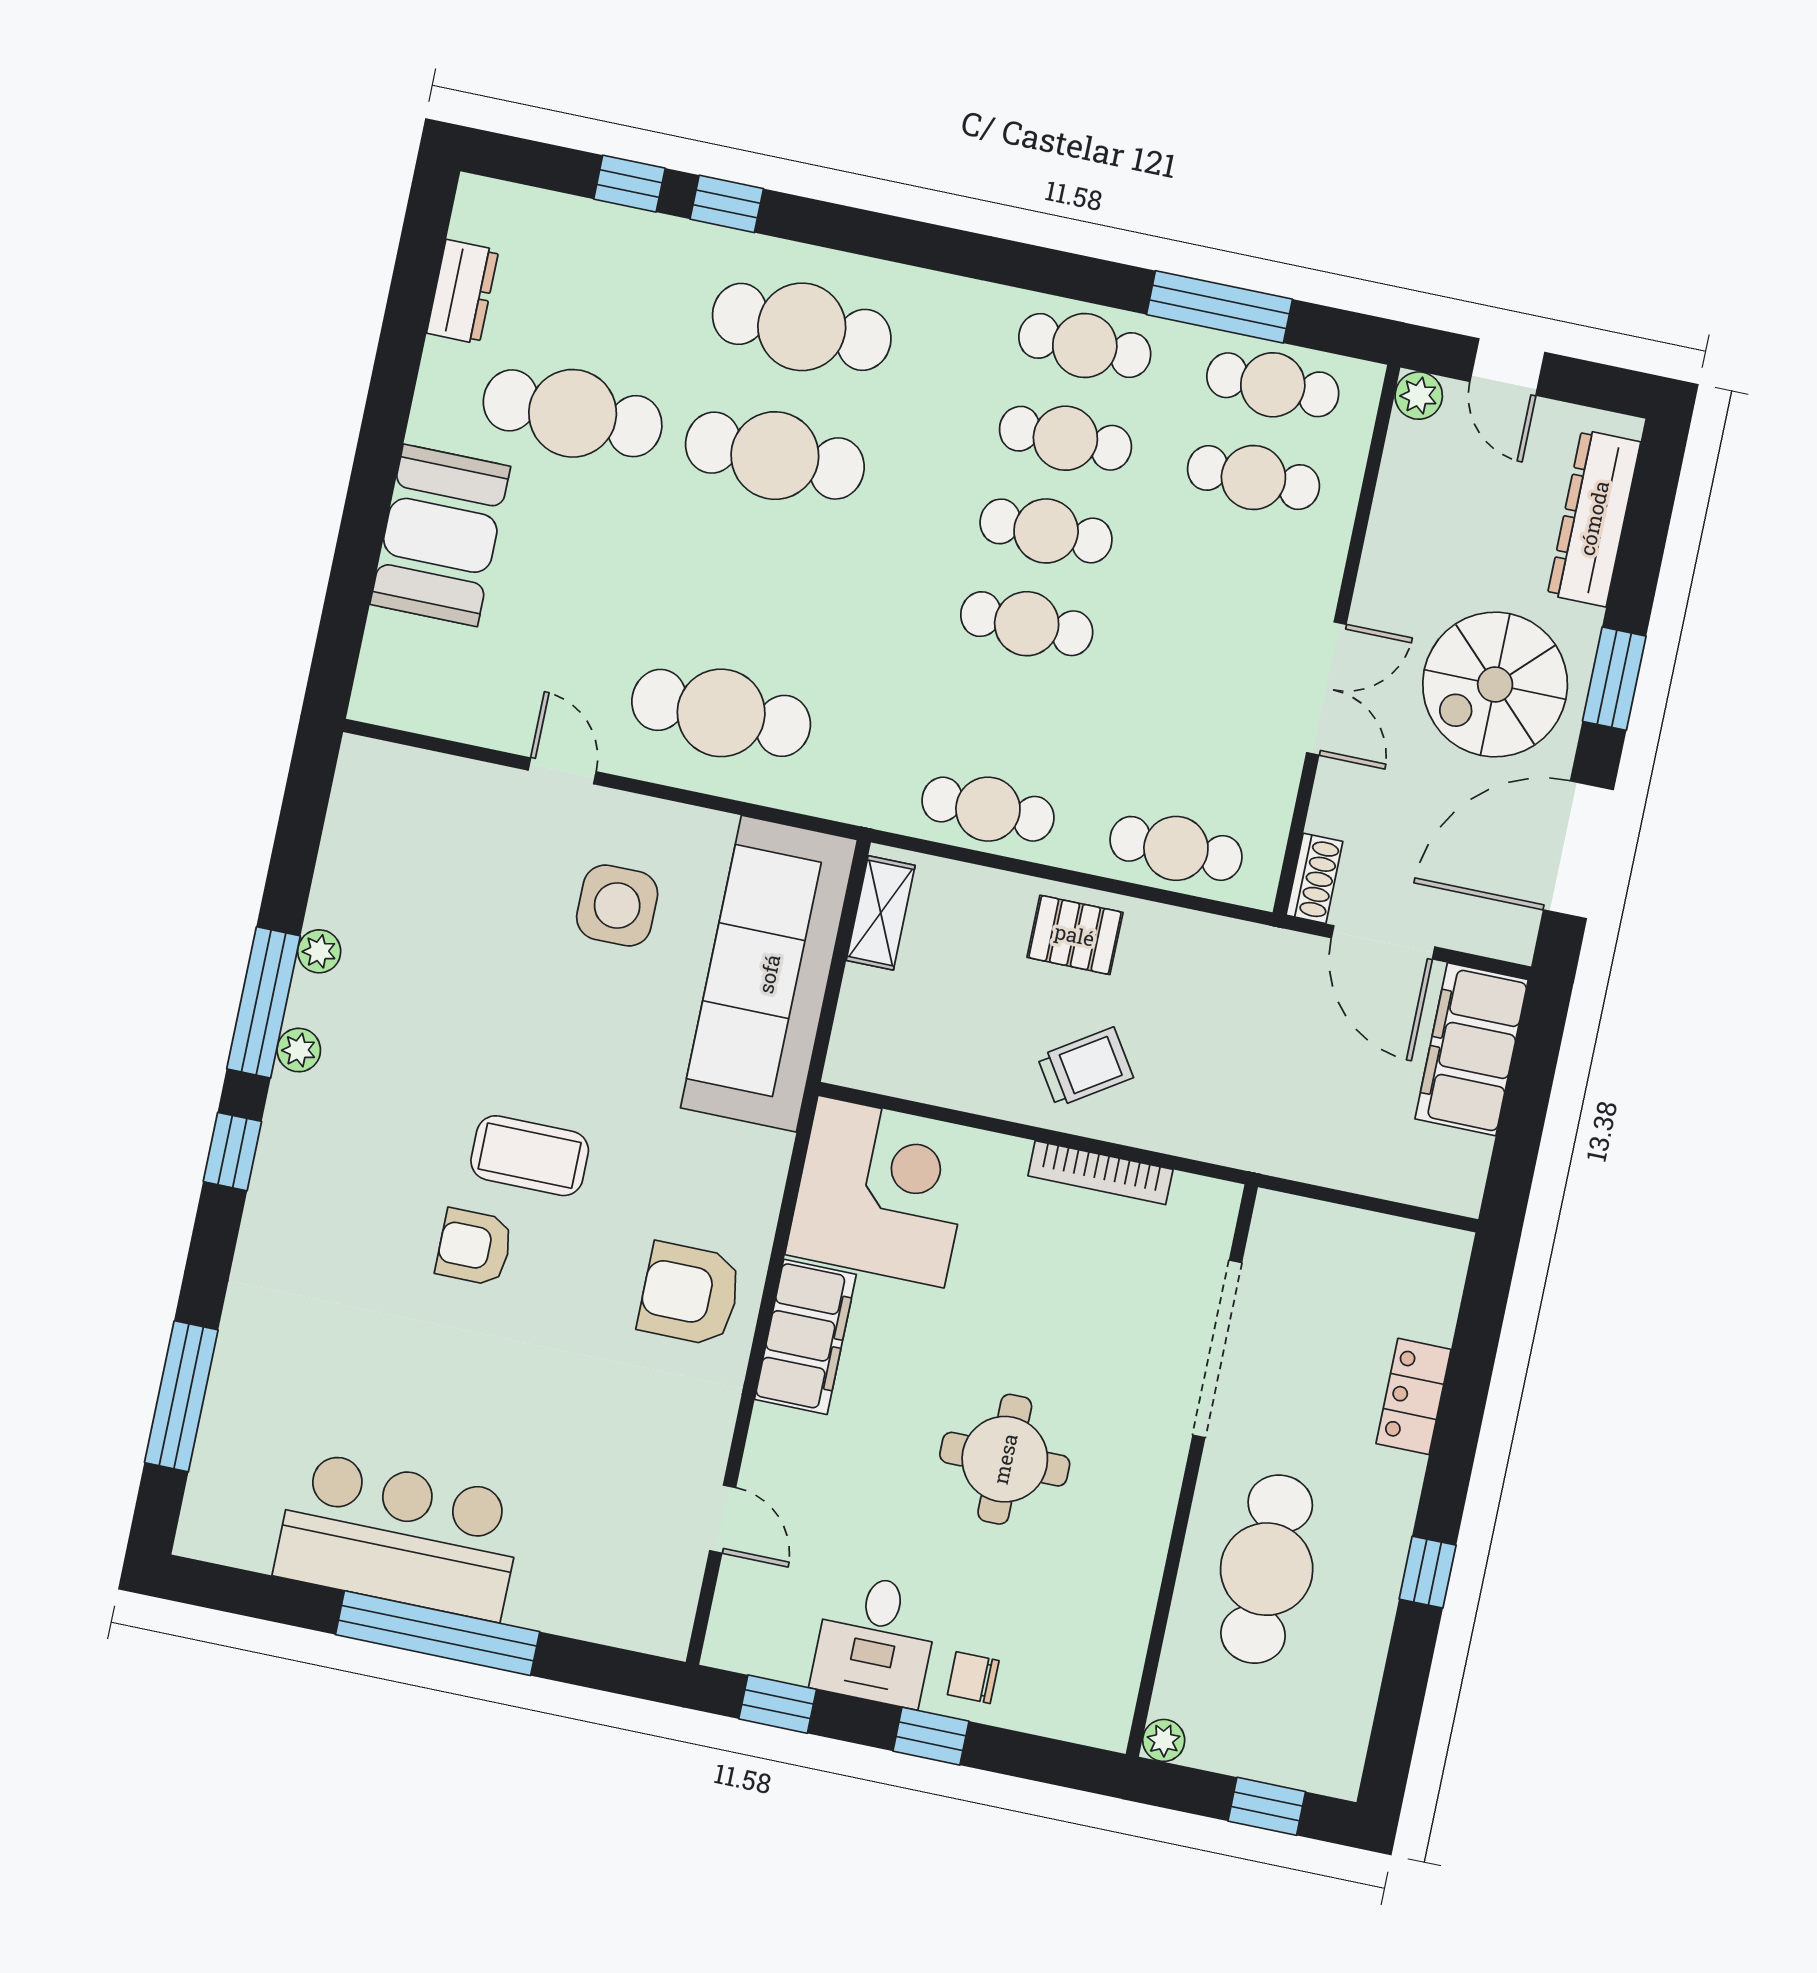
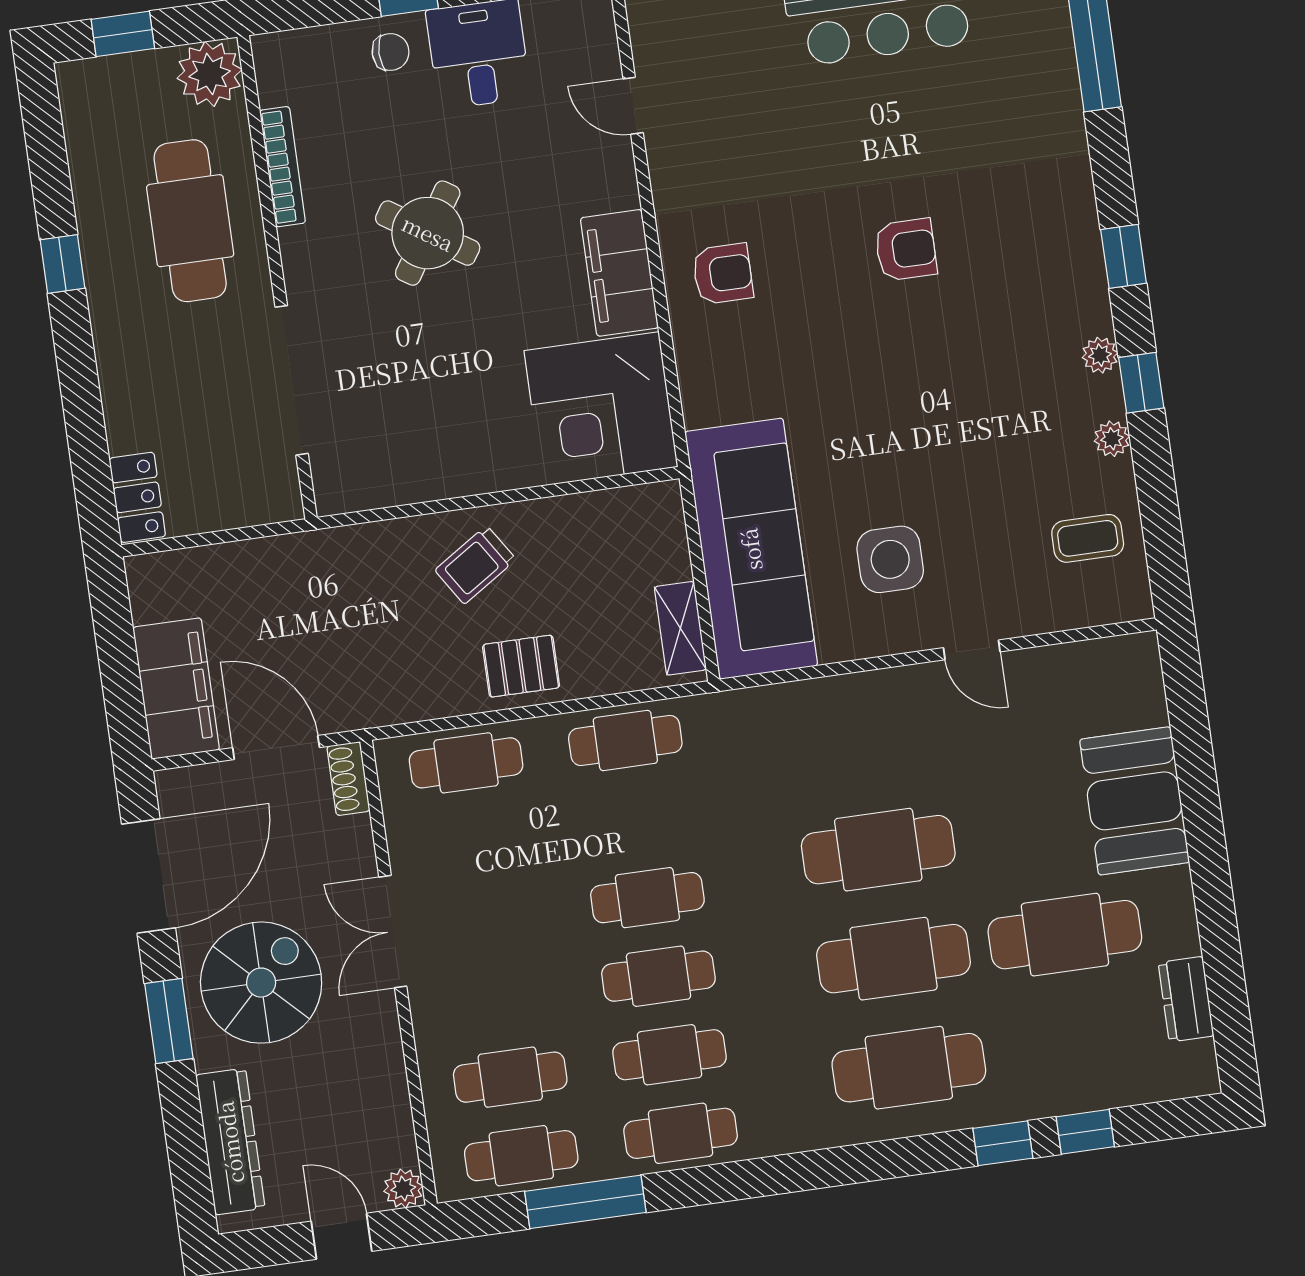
cafe table: (721, 713) -> (878, 850), moved
window: (264, 1002) -> (1141, 383), width x0.46
coffee table: (530, 1156) -> (1088, 538), moved, width x0.73, depth x0.77
bookcase: (1100, 1173) -> (283, 167), moved, turned 90
armchair: (690, 1294) -> (723, 274), width x0.72, depth x0.72
locker: (1414, 1396) -> (137, 497), moved
round table: (1005, 1459) -> (428, 233), turned 33
plant: (1164, 1740) -> (210, 74), width x1.88, depth x1.88

